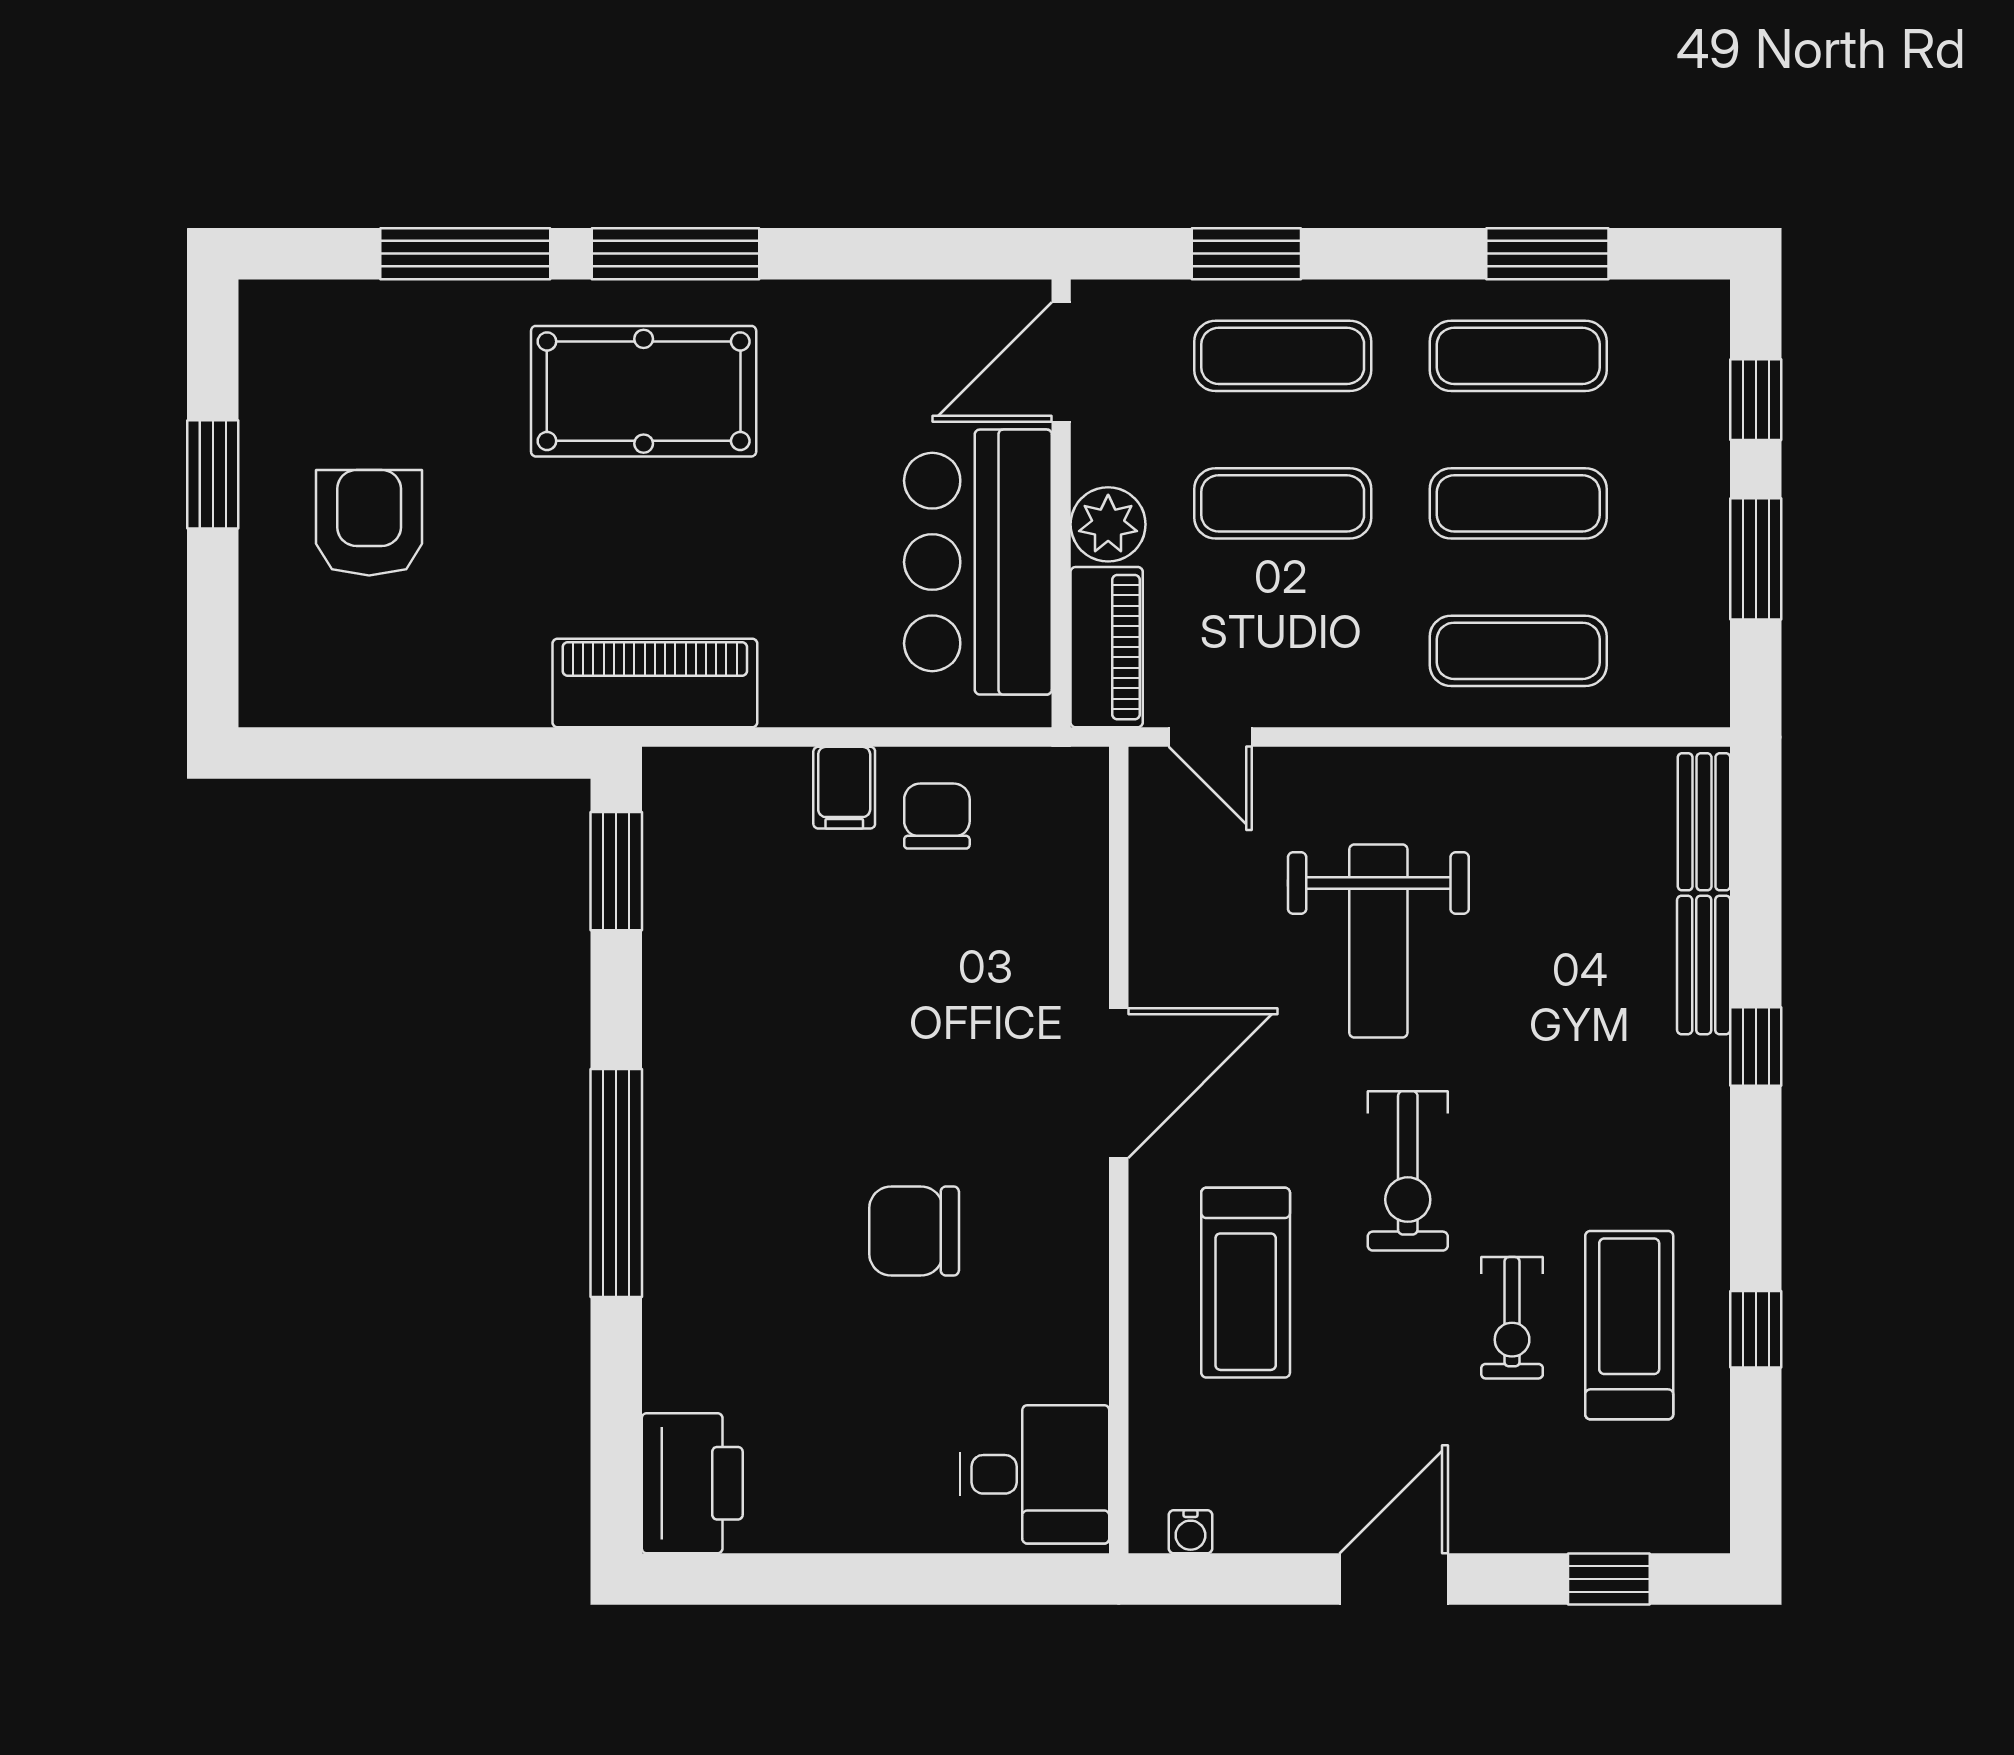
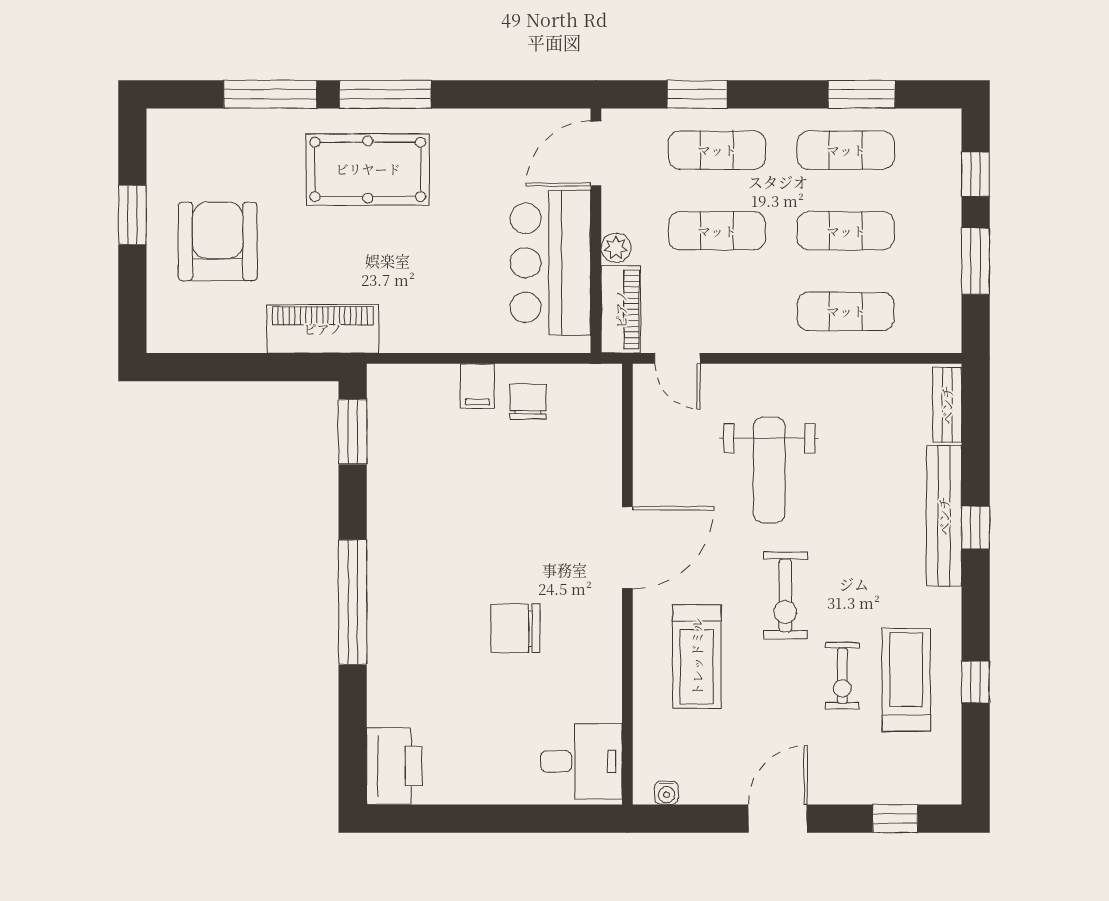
armchair: (369, 523) -> (218, 241), width x1.36, depth x1.36
plant: (1108, 524) -> (616, 248), width x0.73, depth x0.73
piano: (655, 683) -> (323, 329), moved
bench: (1704, 965) -> (944, 516), width x1.86, depth x1.21

